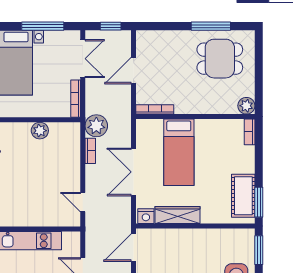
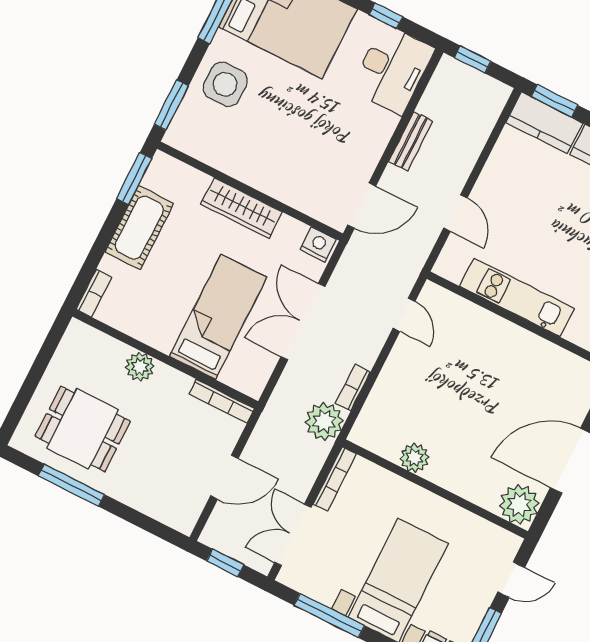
plant: (246, 106) -> (140, 367), moved
double door: (134, 172) -> (303, 322), swing flipped
cot: (243, 196) -> (139, 228), moved
wardrobe: (178, 215) -> (242, 208), moved

